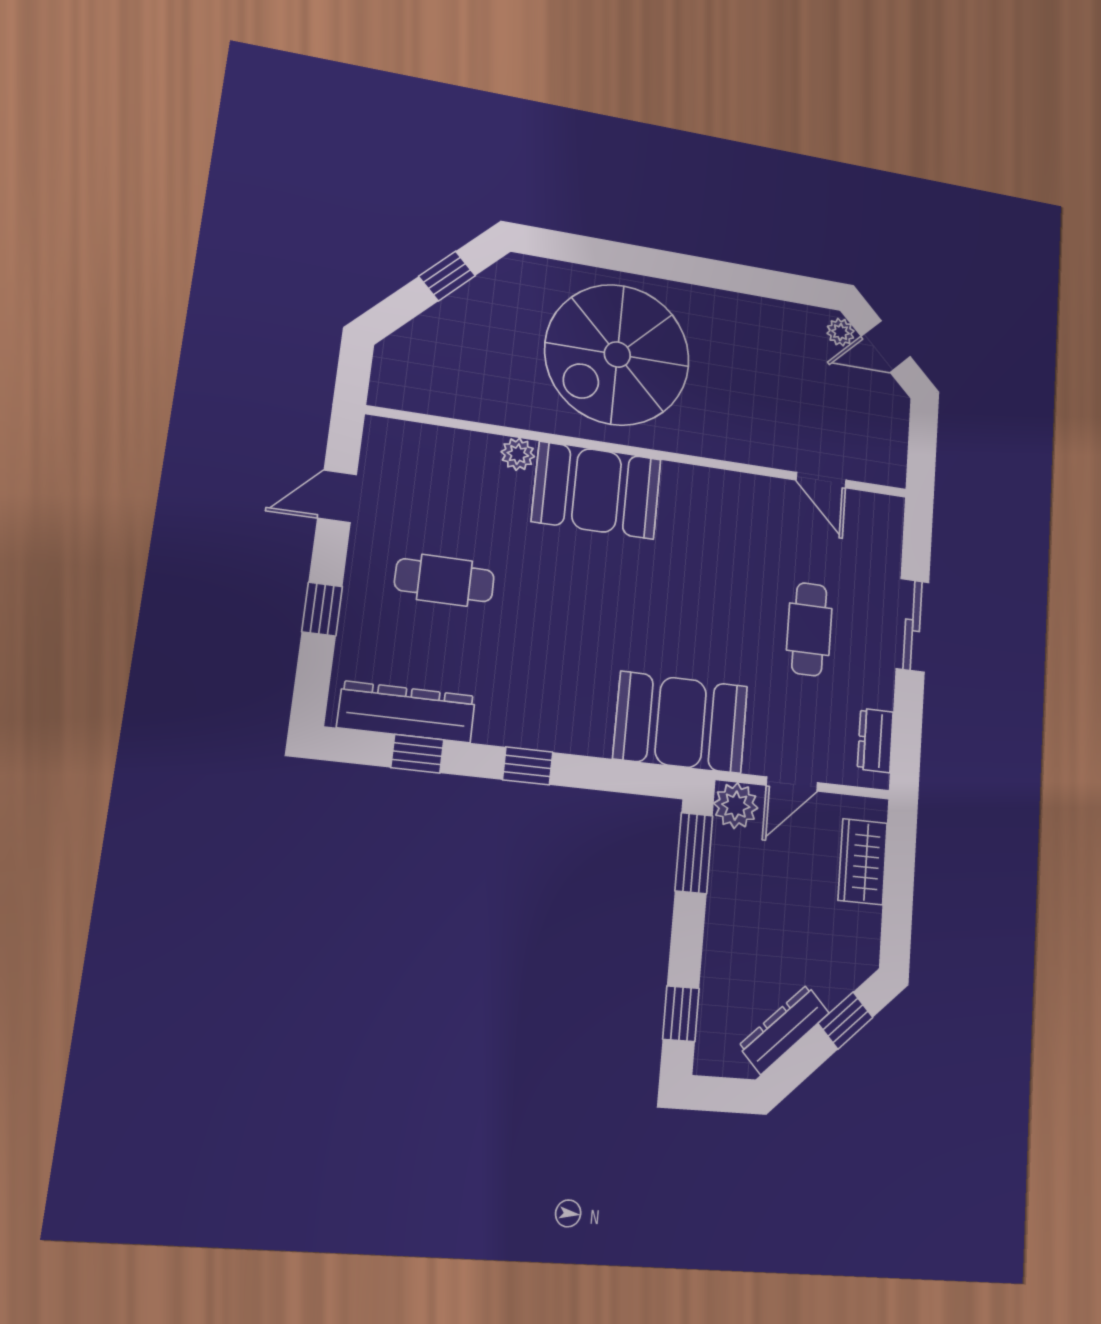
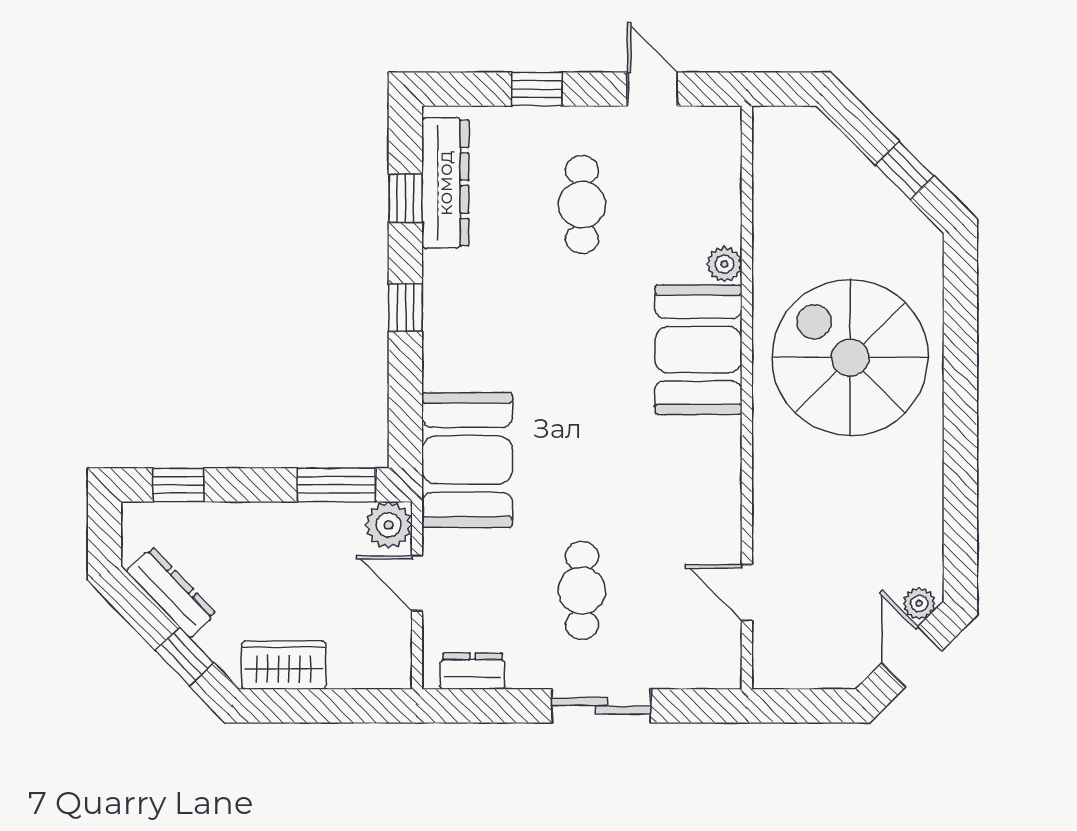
door: (821, 480) -> (747, 593), hinge flipped
cafe table: (809, 629) -> (582, 590), turned 90
wardrobe: (863, 862) -> (284, 665), moved

